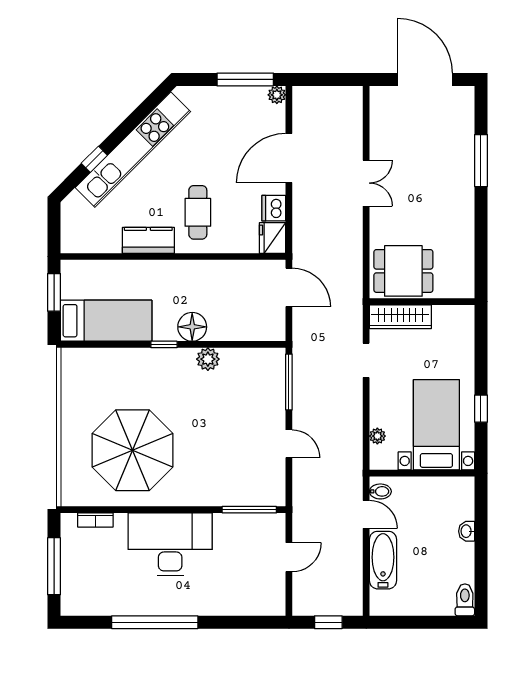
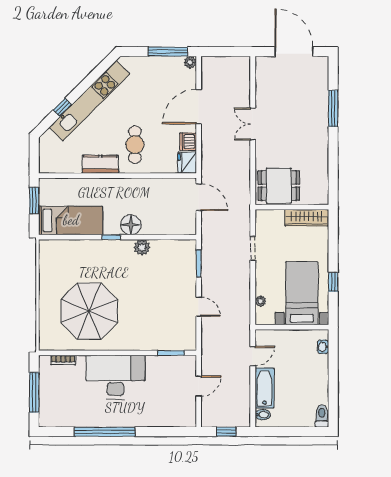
double door: (366, 183) -> (253, 124), swing flipped
wardrobe: (400, 317) -> (306, 218), moved
window: (289, 382) -> (199, 263), width x0.69
bidet: (380, 491) -> (263, 415), moved
window: (249, 510) -> (171, 353), width x0.69
door: (366, 514) -> (253, 356), hinge flipped
washbasin: (467, 531) -> (323, 347), moved

